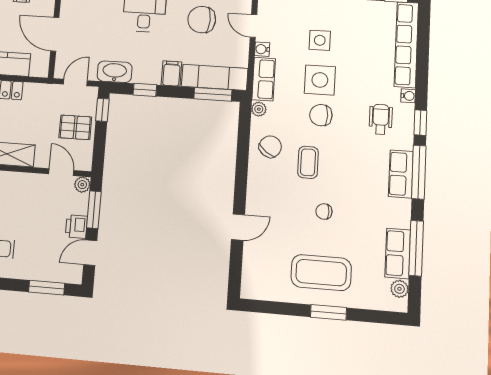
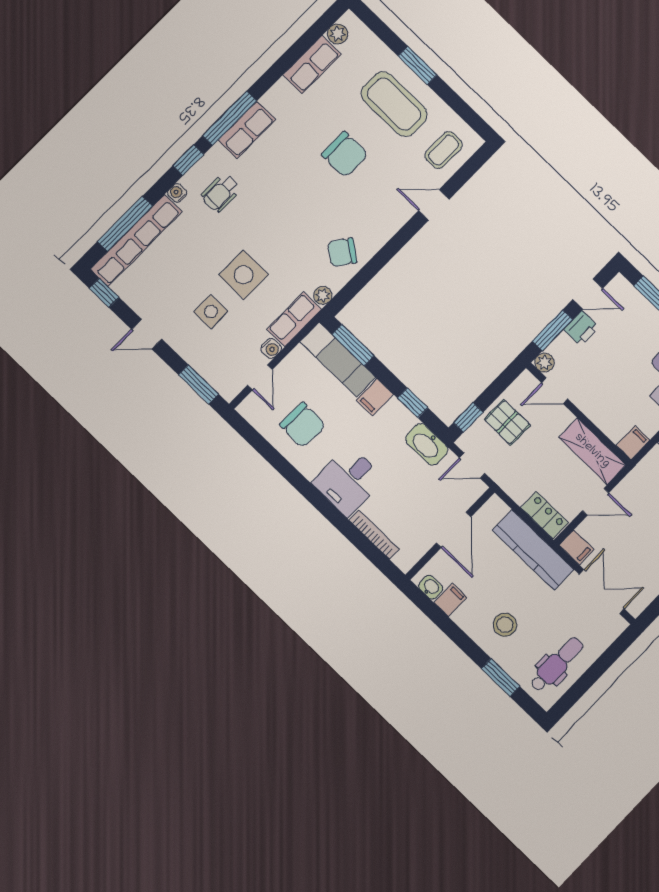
chair: (321, 115) -> (271, 242), removed
coffee table: (308, 162) -> (444, 150), moved
door: (61, 172) -> (555, 391), hinge flipped
chair: (324, 211) -> (345, 154), width x1.87, depth x1.87
window: (416, 248) -> (125, 224), moved

